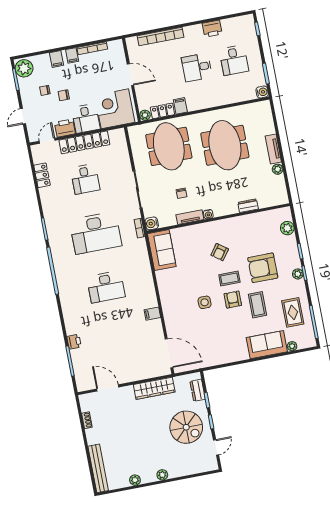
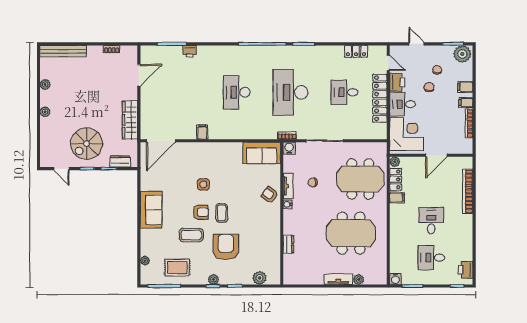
printer: (212, 29) -> (466, 270), moved
plant: (278, 169) -> (359, 279), moved
armchair: (220, 252) -> (270, 195), moved
sofa: (267, 345) -> (151, 210), moved

